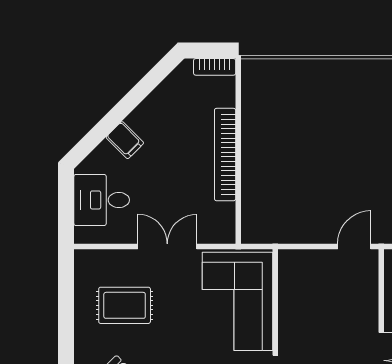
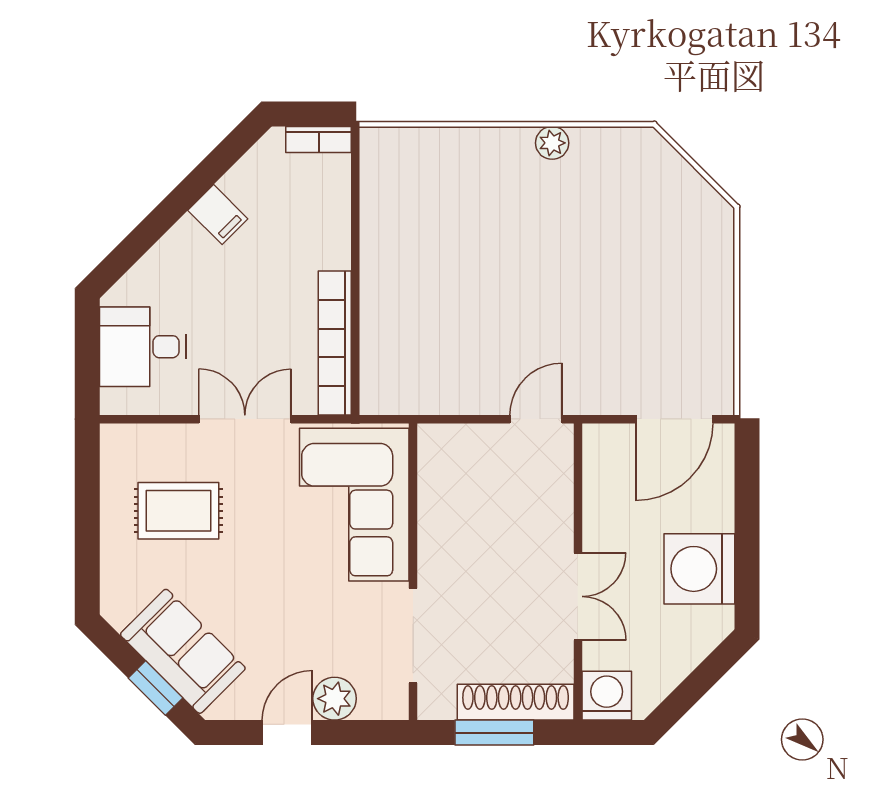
plant: (365, 69) -> (552, 143), added
filing cabinet: (125, 140) -> (218, 215), moved
bookcase: (225, 155) -> (335, 343), moved

